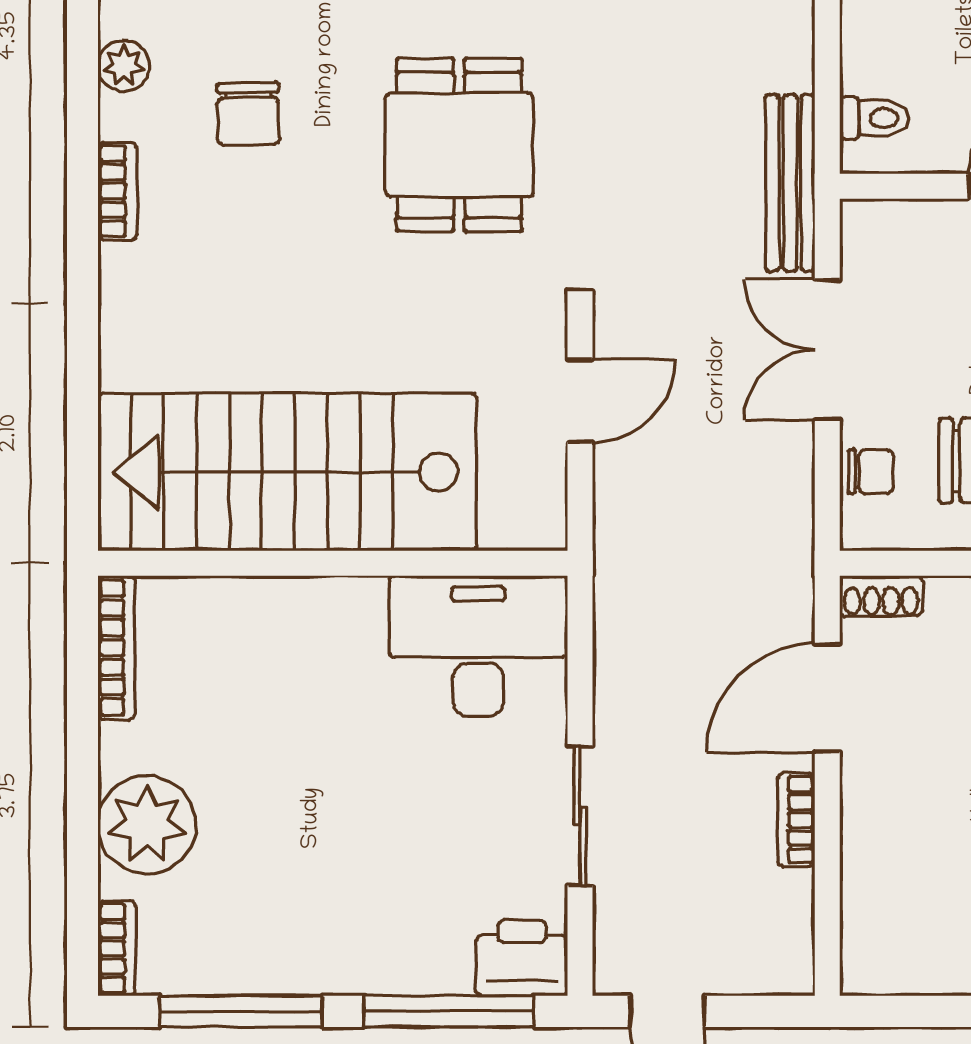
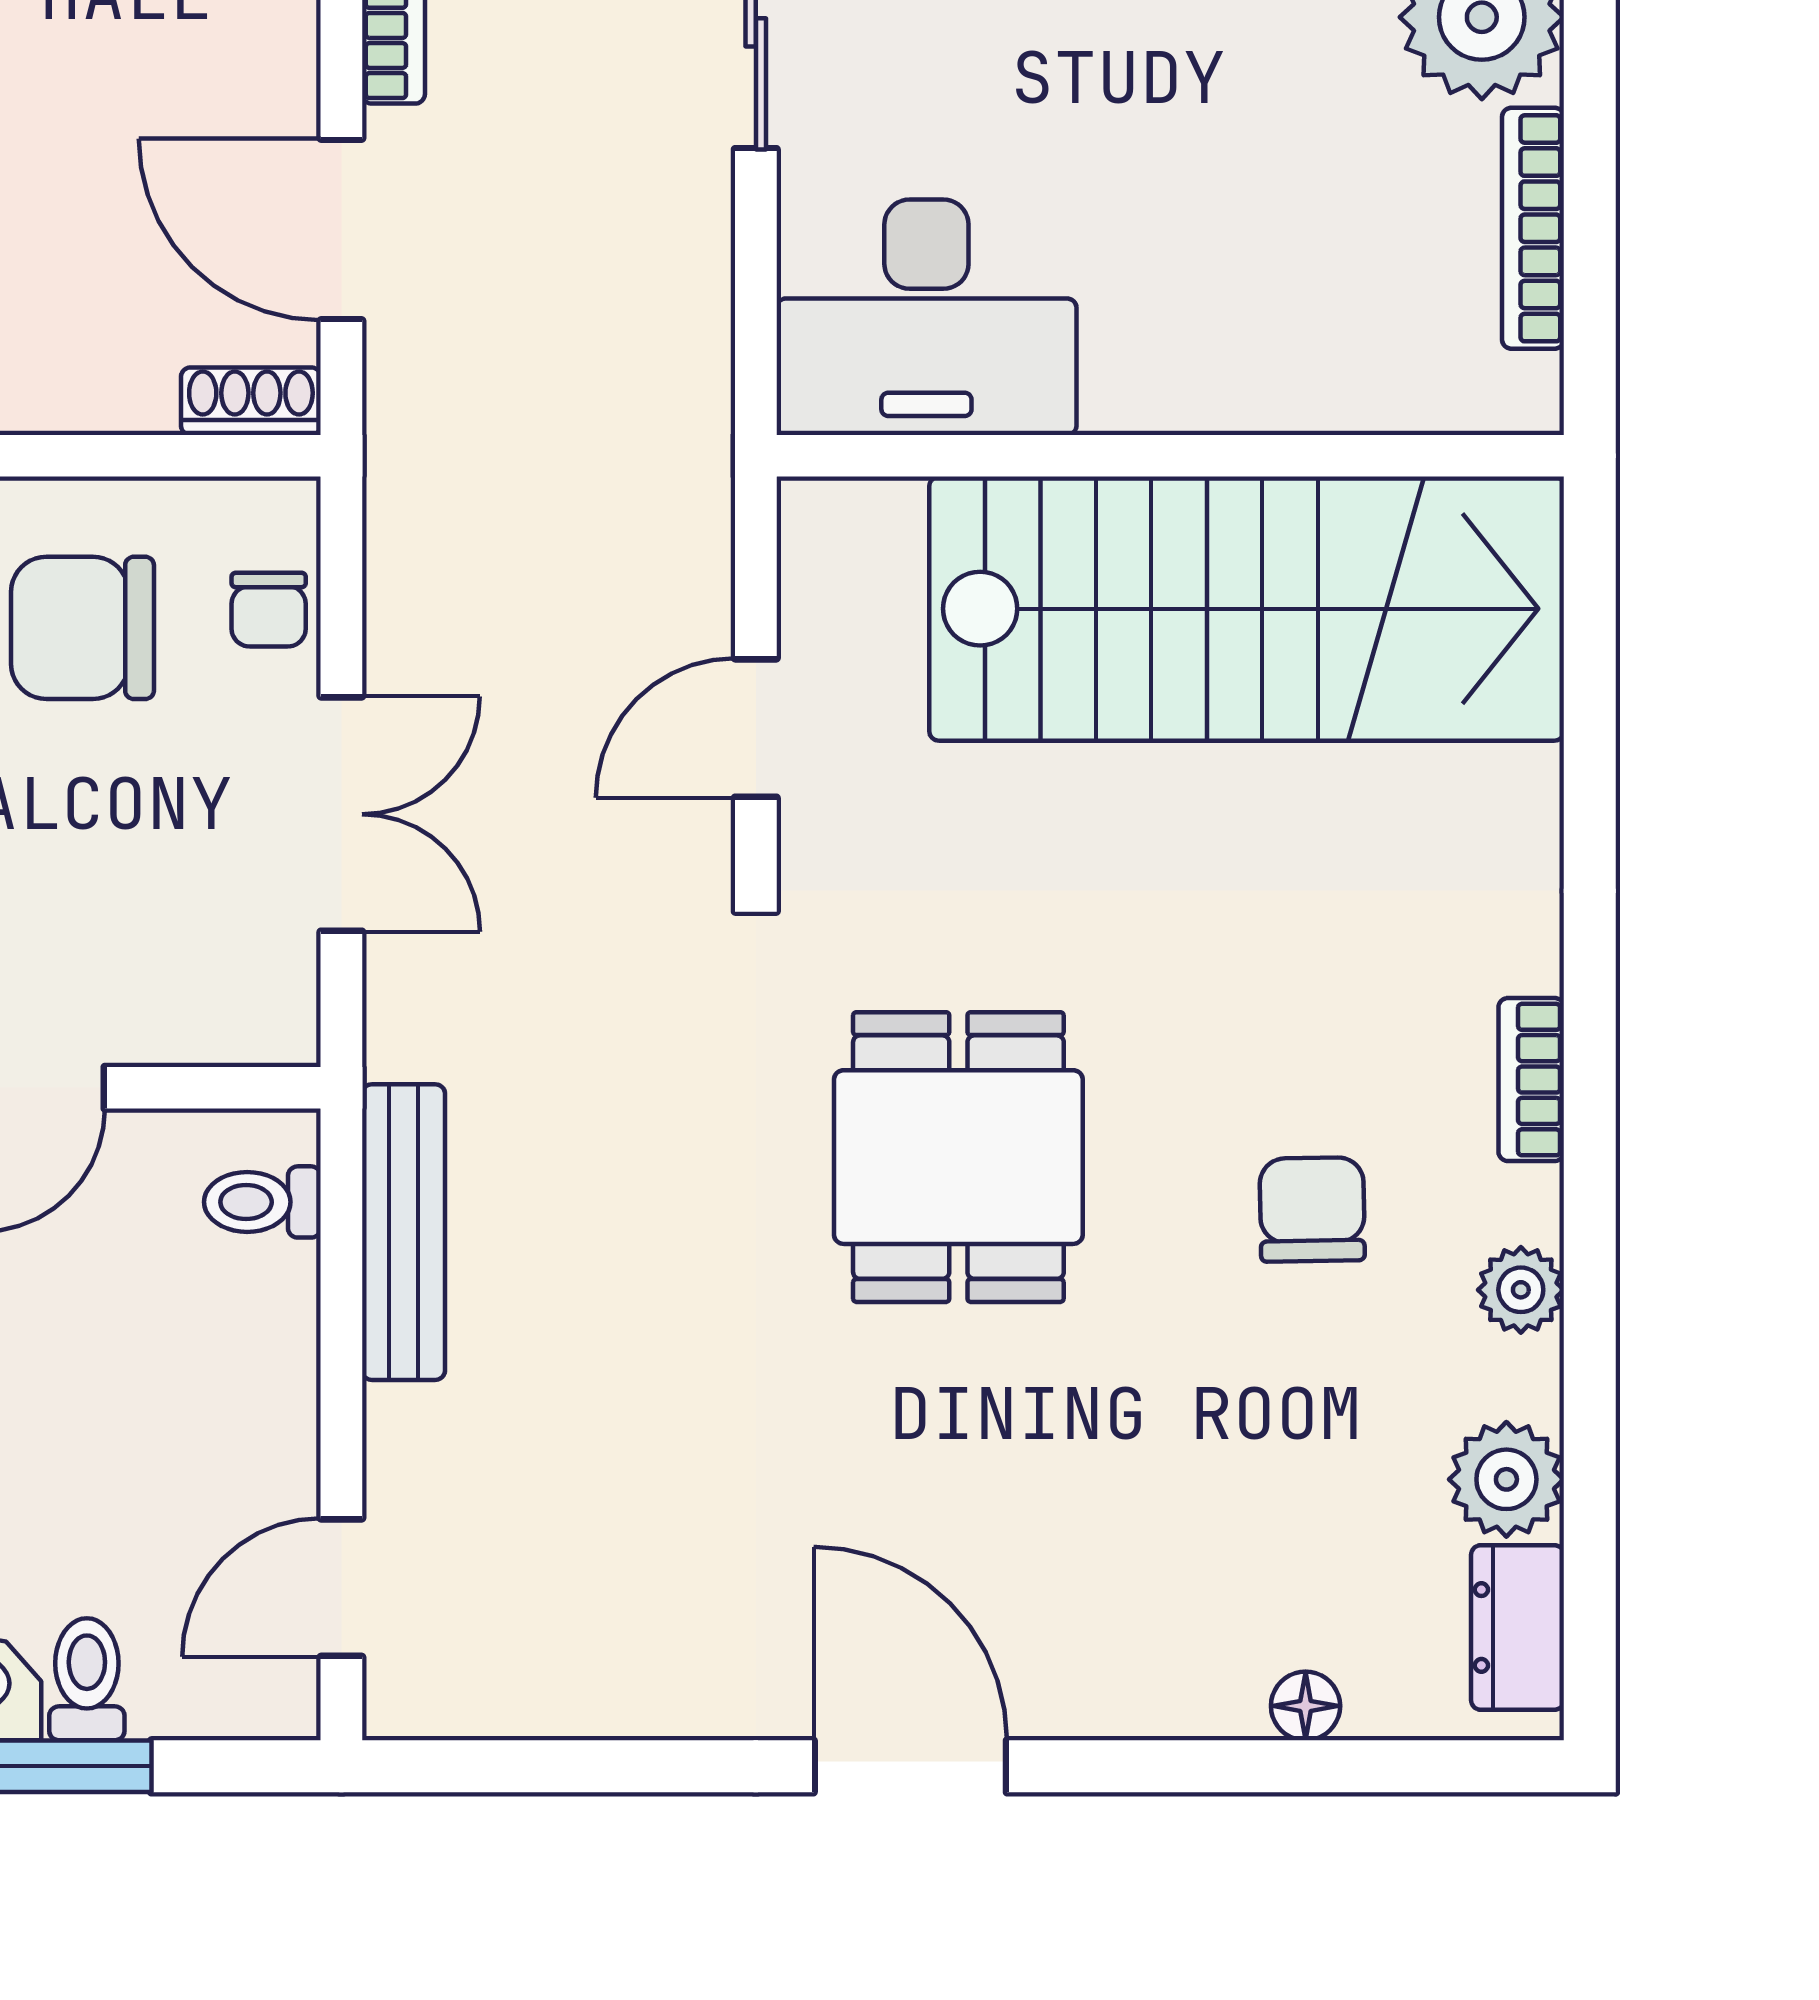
bench: (790, 183) -> (404, 1232), moved
chair: (871, 471) -> (269, 610), turned -90
bookcase: (116, 648) -> (1533, 228), moved
door: (827, 698) -> (341, 229), swing flipped

